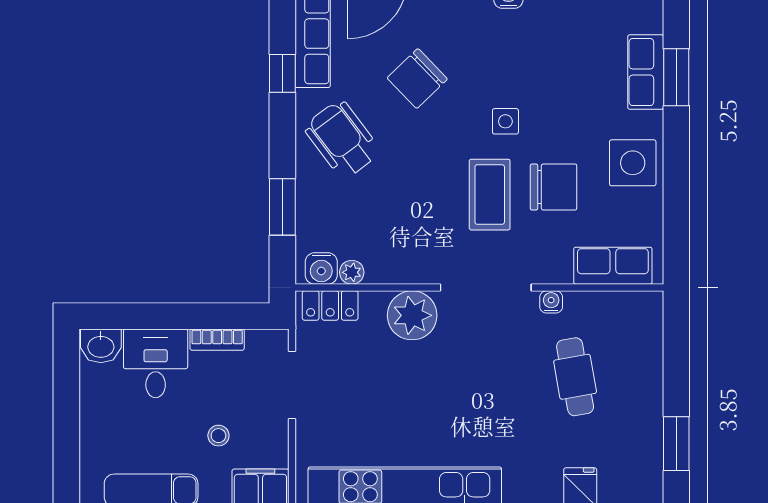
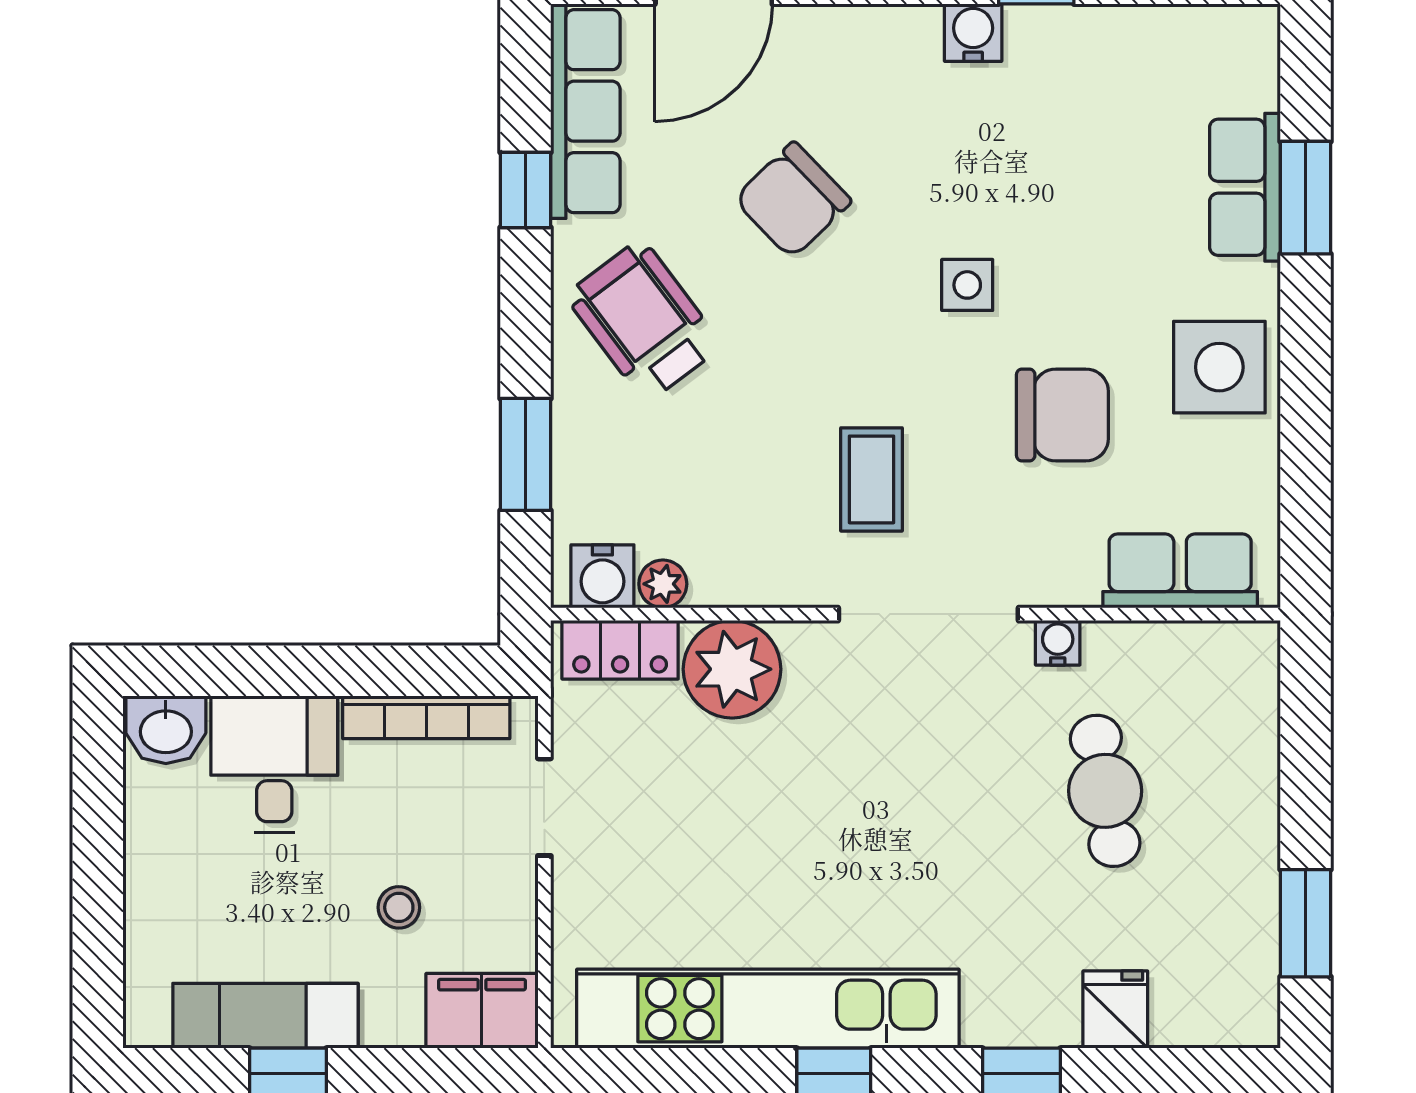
coffee table: (490, 195) -> (871, 479), moved, width x0.73, depth x0.77
plant: (412, 315) -> (732, 669), moved
bookcase: (217, 340) -> (426, 717), width x1.56
doorway: (292, 385) -> (544, 807), width x0.73

